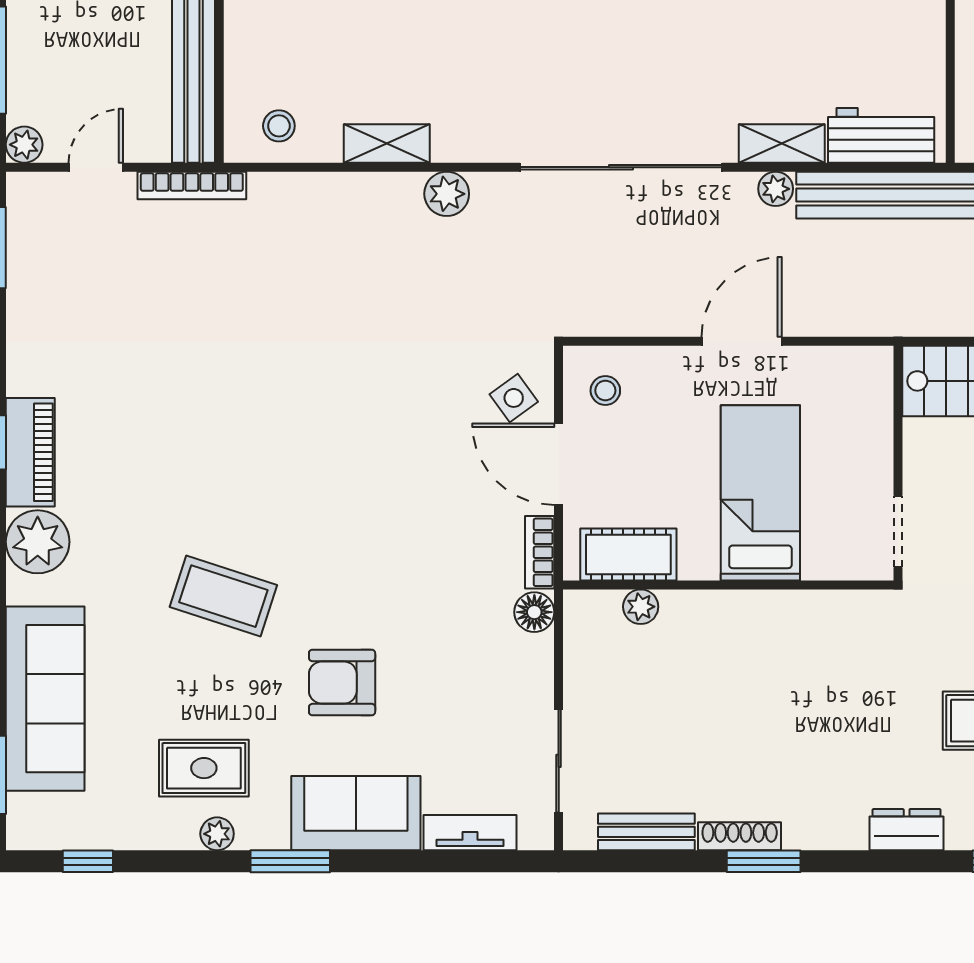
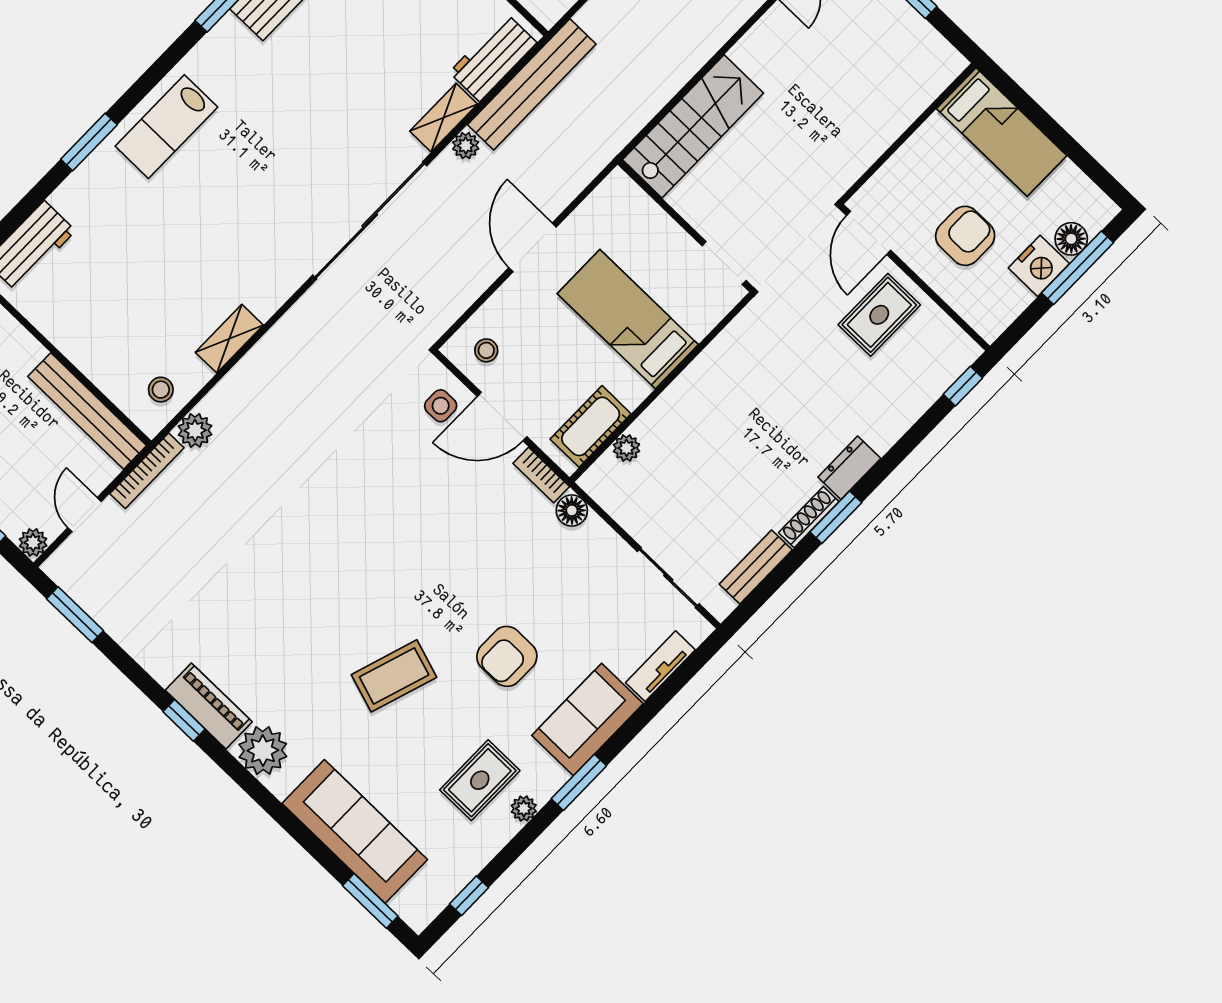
plant: (447, 194) -> (195, 430), moved
side table: (514, 398) -> (441, 406), turned 36
dresser: (907, 830) -> (849, 468), moved

